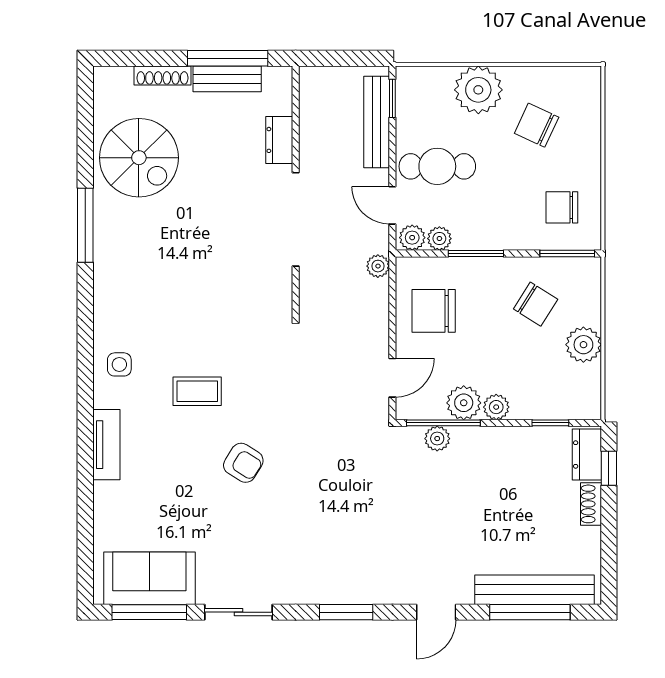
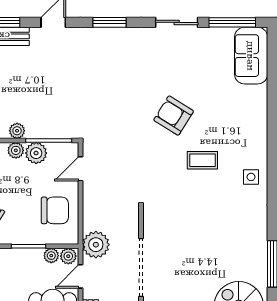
door: (392, 205) -> (81, 276), swing flipped
plant: (378, 266) -> (96, 245), width x1.88, depth x1.88
plant: (437, 439) -> (17, 131), moved
tv unit: (106, 445) -> (259, 127), removed
armchair: (243, 463) -> (174, 116), width x1.38, depth x1.38
sofa: (149, 578) -> (251, 56), moved, turned 90

